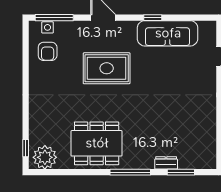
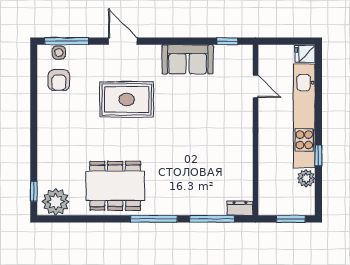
window: (153, 18) -> (227, 41), moved
sofa: (168, 33) -> (188, 59), width x0.73
dresser: (166, 163) -> (240, 208), moved
window: (181, 172) -> (212, 219), width x1.44

